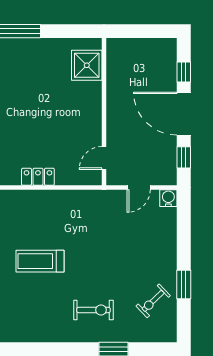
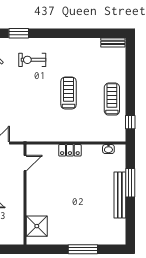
treadmill: (40, 261) -> (68, 93), turned -90

